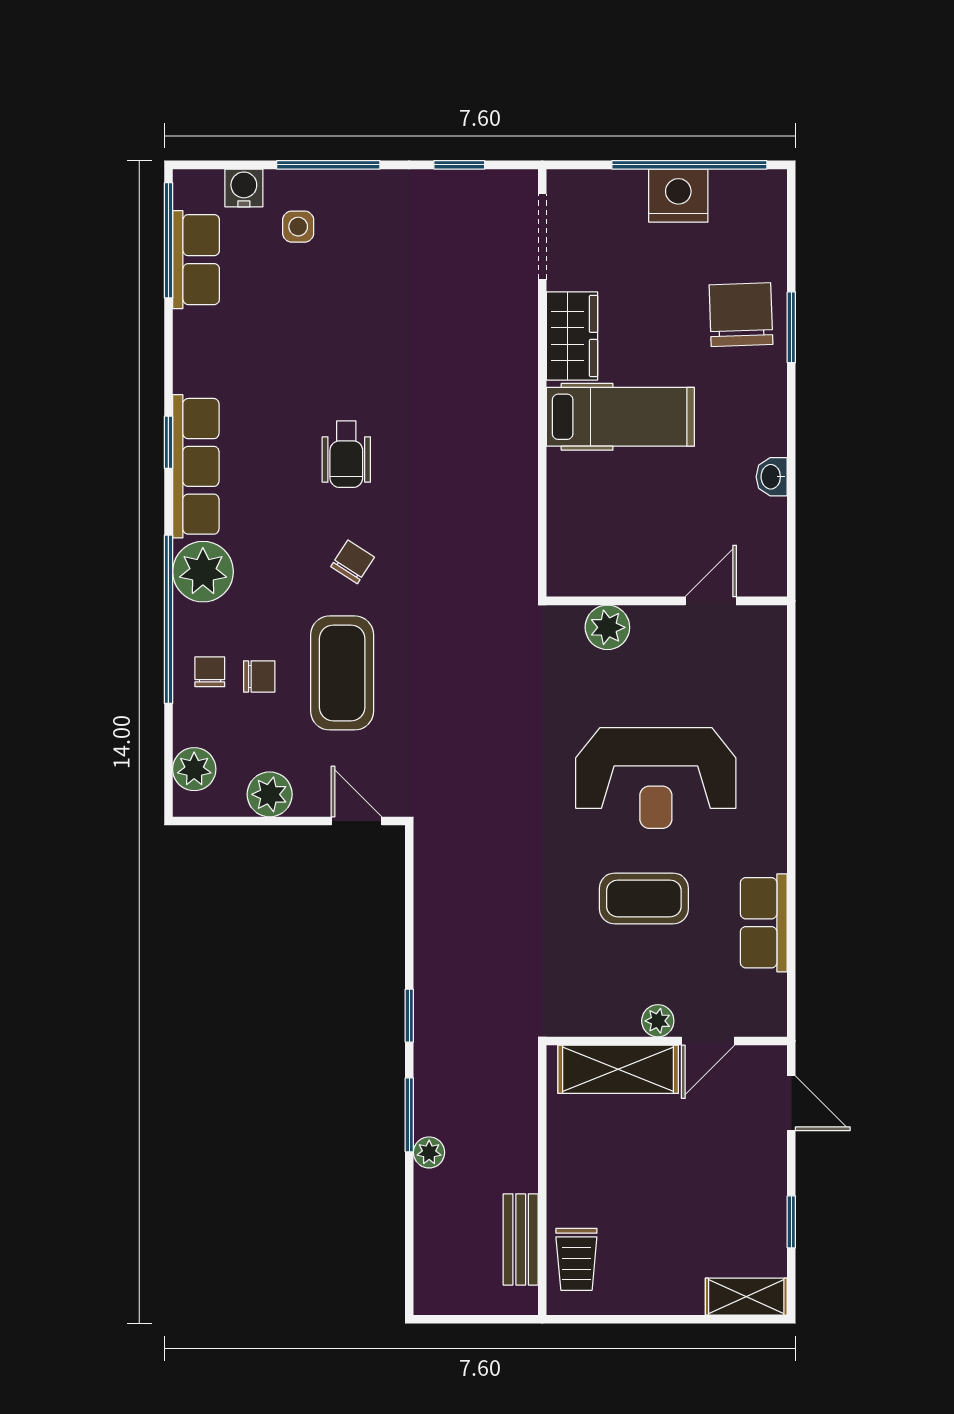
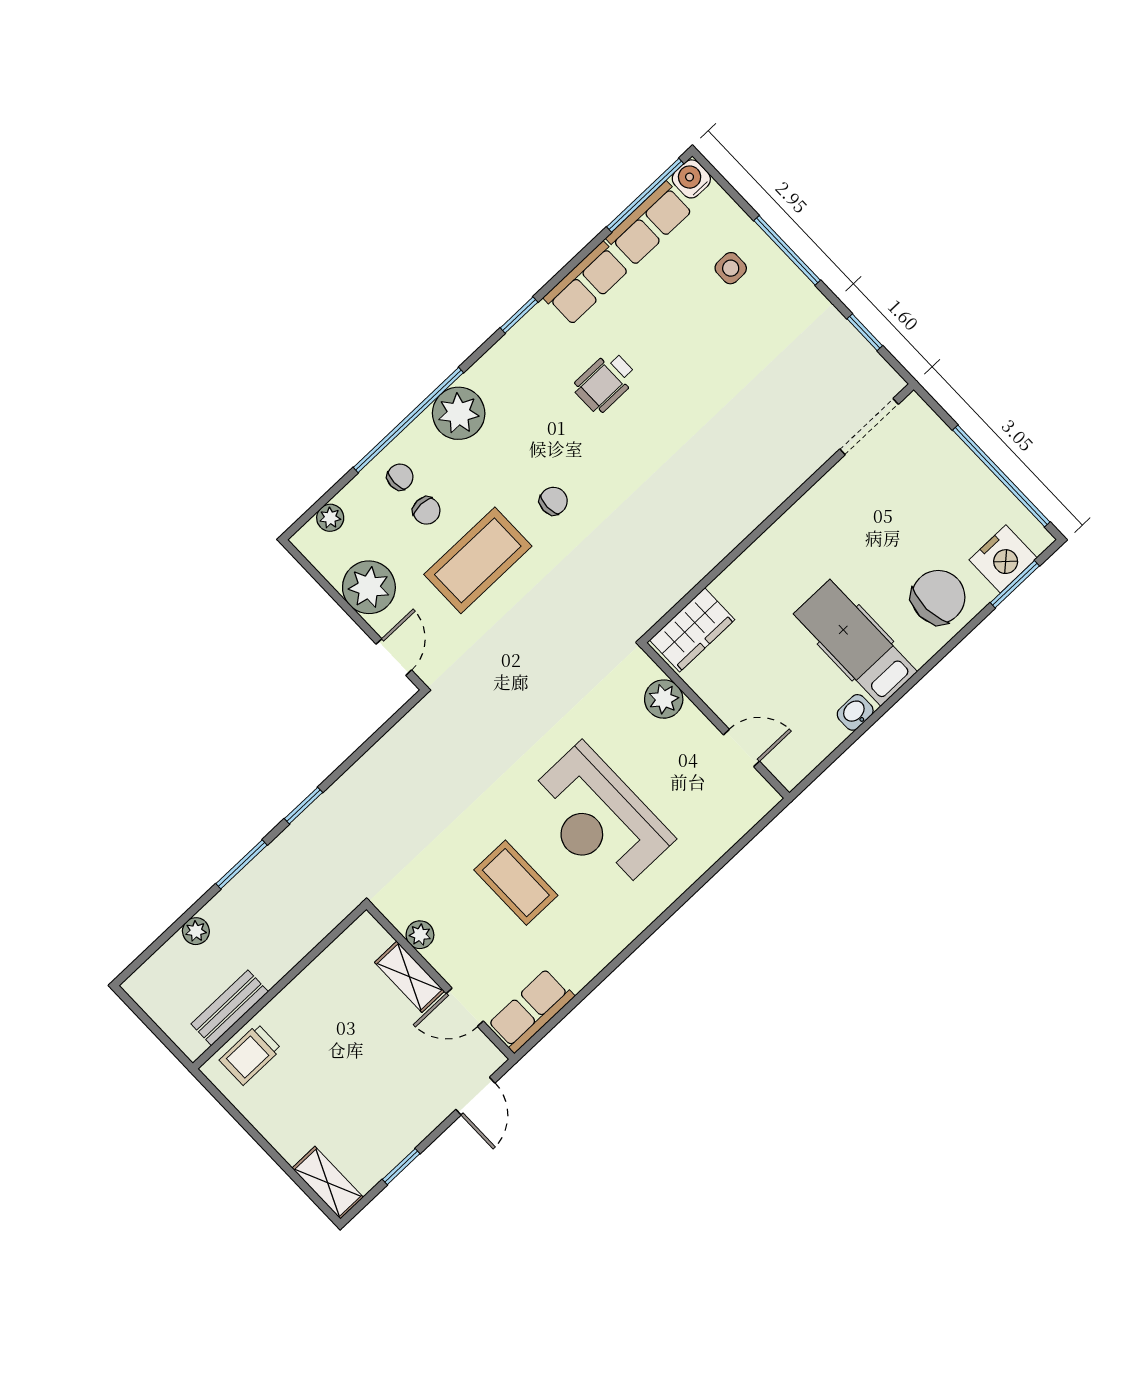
water cooler: (244, 188) -> (691, 179), moved, turned -90
nightstand: (678, 196) -> (1003, 559), moved, turned 90
window: (791, 327) -> (1015, 584), moved
wardrobe: (572, 336) -> (692, 630), moved
hospital bed: (620, 417) -> (855, 643), moved, turned 180
wheelchair: (346, 454) -> (605, 382), moved
row of seats: (196, 466) -> (586, 283), moved, width x0.68
chair: (353, 562) -> (553, 501), turned -33
plant: (194, 769) -> (330, 518), width x0.73, depth x0.73
plant: (270, 794) -> (369, 587), width x1.36, depth x1.36
row of seats: (764, 923) -> (531, 1011), moved
plant: (658, 1021) -> (420, 935), moved
shelving: (618, 1069) -> (409, 977), width x0.67, depth x0.75
plant: (429, 1152) -> (196, 931), moved

